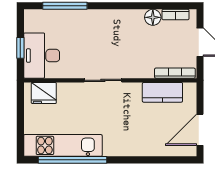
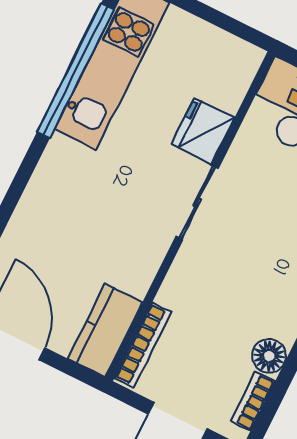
kitchen counter: (162, 92) -> (105, 330), moved
fridge: (44, 93) -> (203, 131), moved

